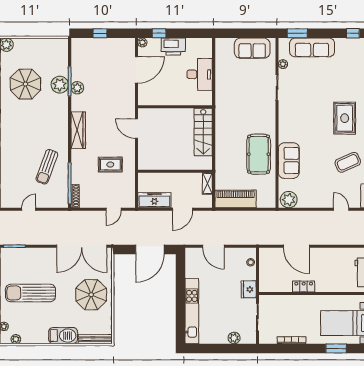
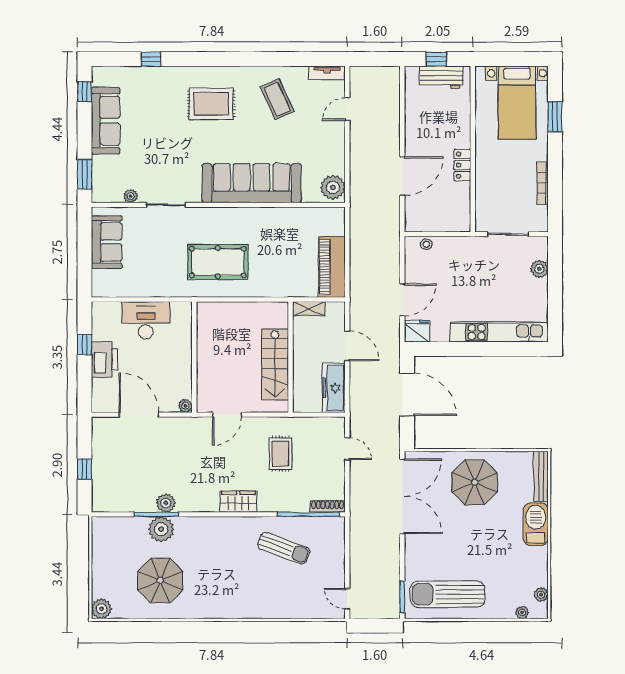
window: (159, 33) -> (85, 345), moved
plant: (142, 42) -> (185, 406), moved
sofa: (312, 47) -> (106, 121), moved
wardrobe: (78, 130) -> (238, 502), width x0.67
stairs: (203, 132) -> (275, 365), moved, turned 90
pool table: (259, 154) -> (218, 262), moved
sofa: (289, 161) -> (252, 183), width x1.85, depth x1.27
door: (29, 209) -> (347, 599), moved
fridge: (249, 289) -> (417, 331), moved, turned 180
sun lounger: (30, 293) -> (448, 594), moved, turned 90

